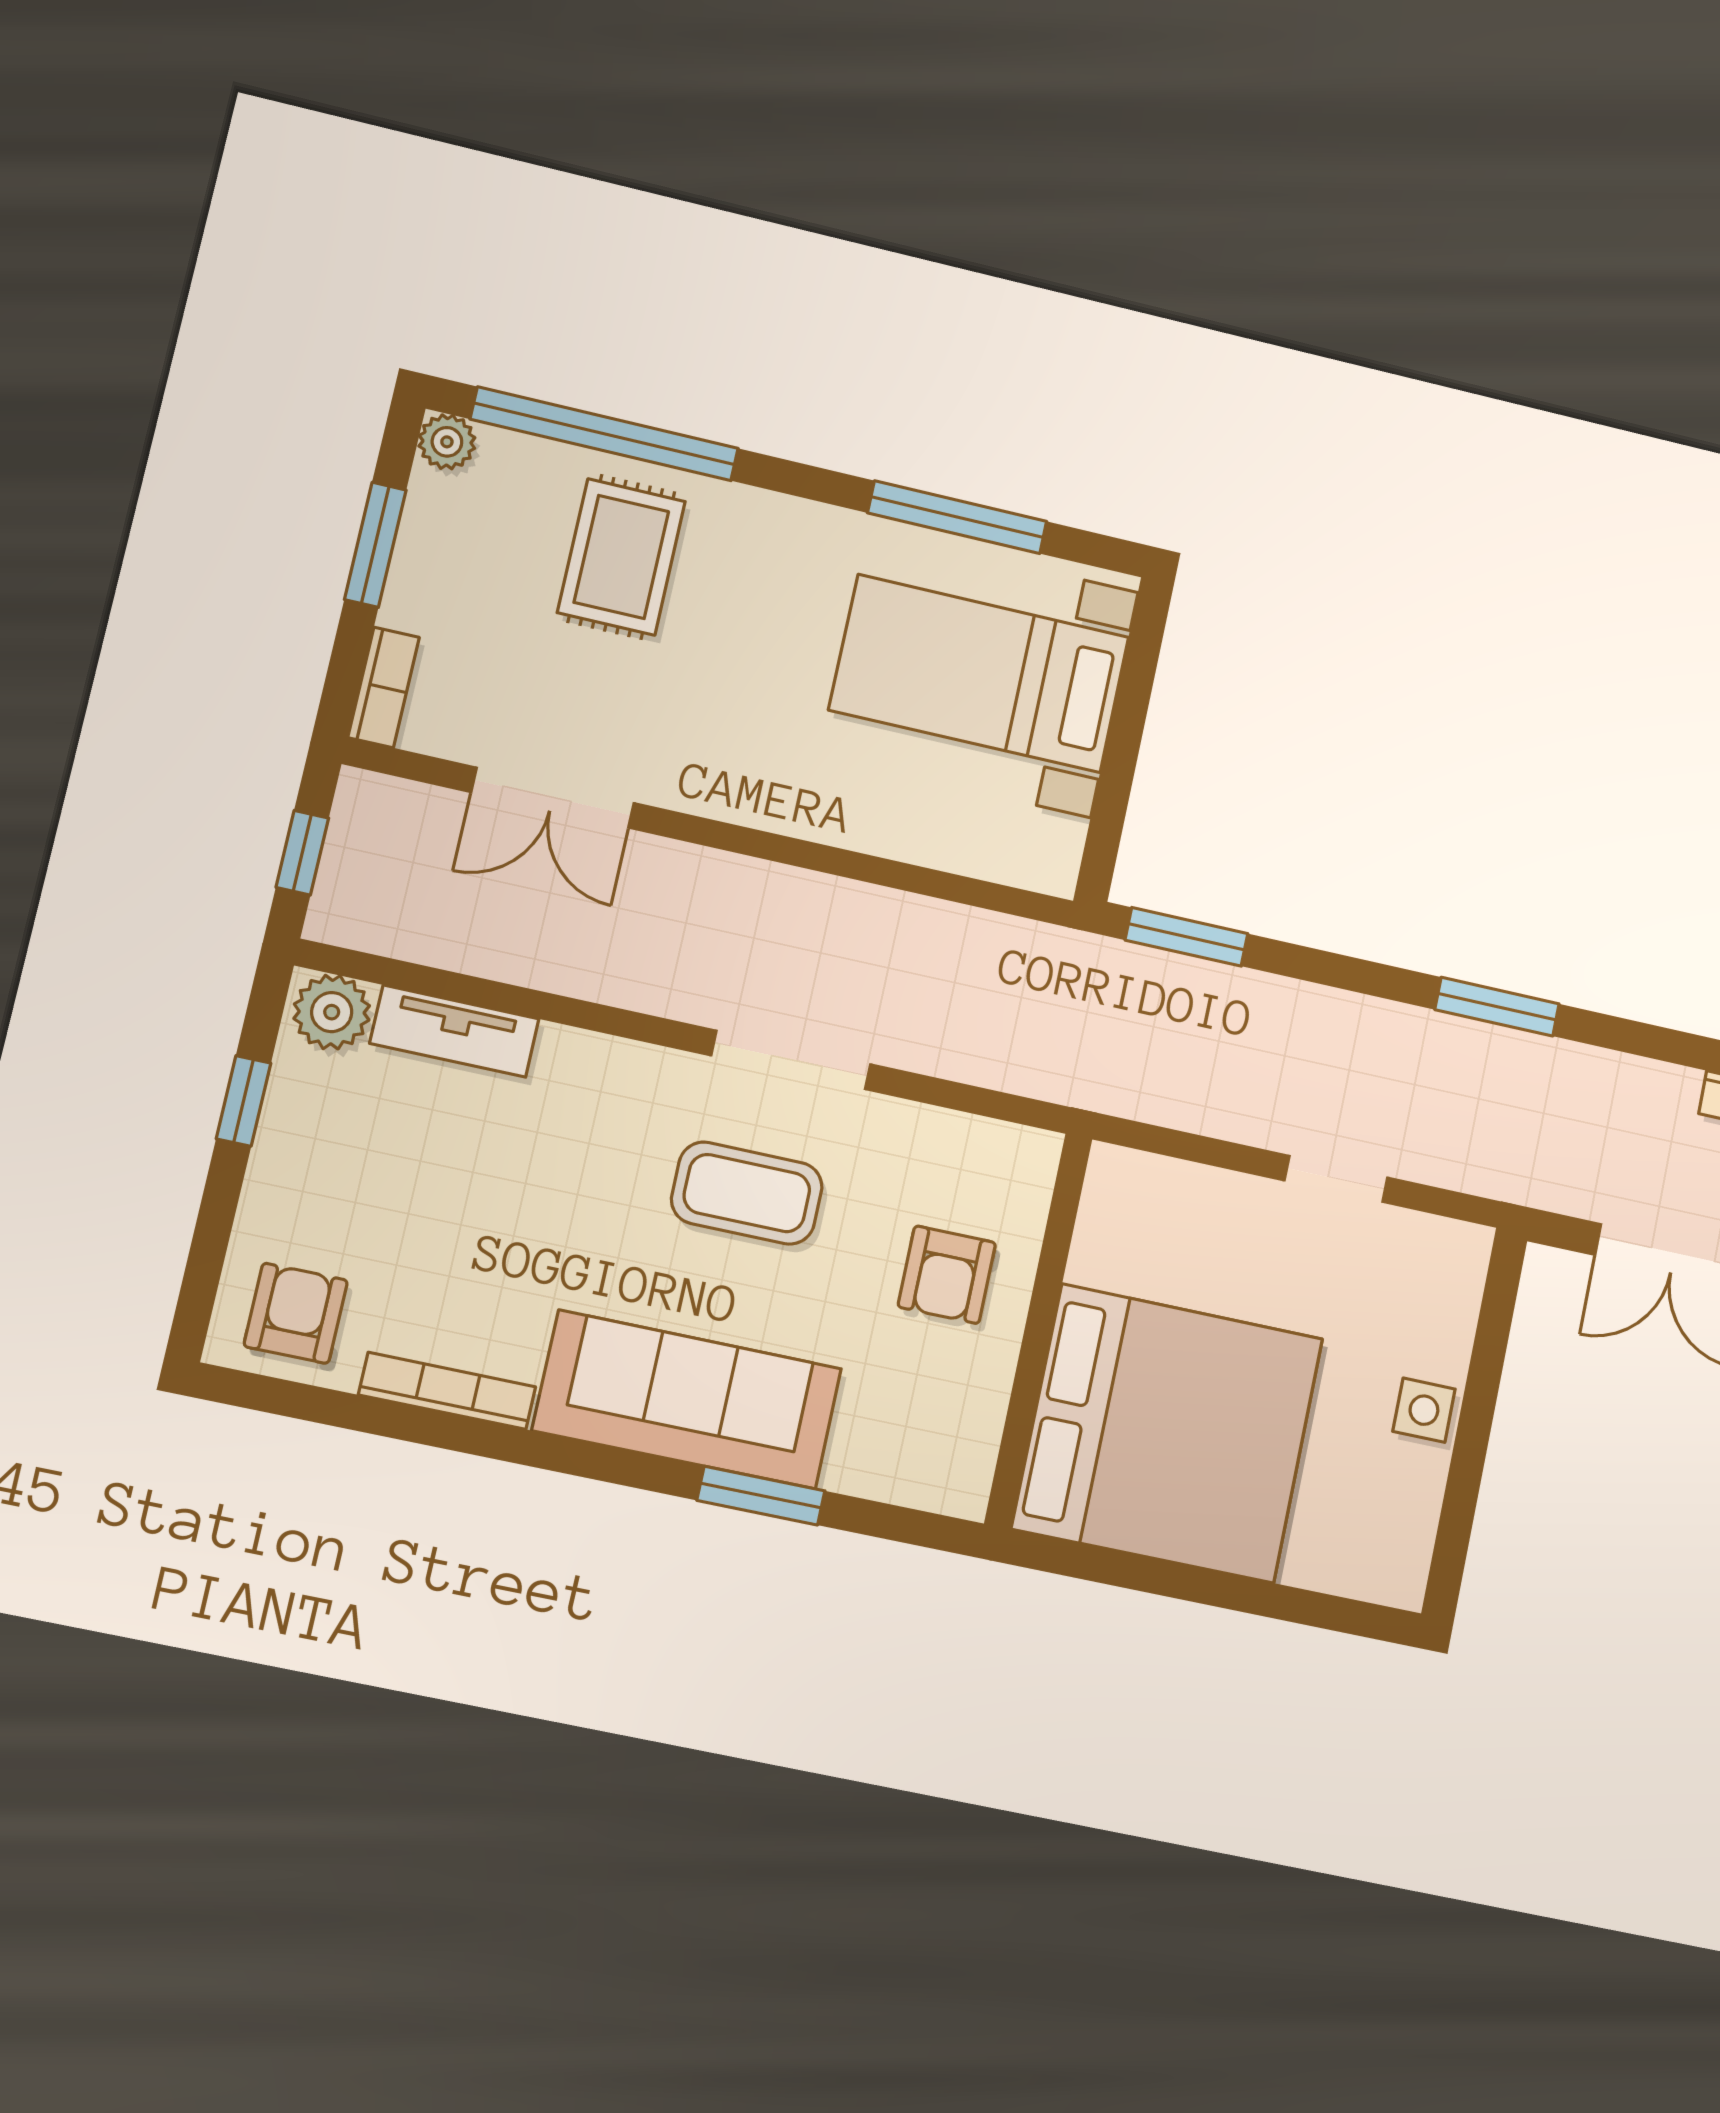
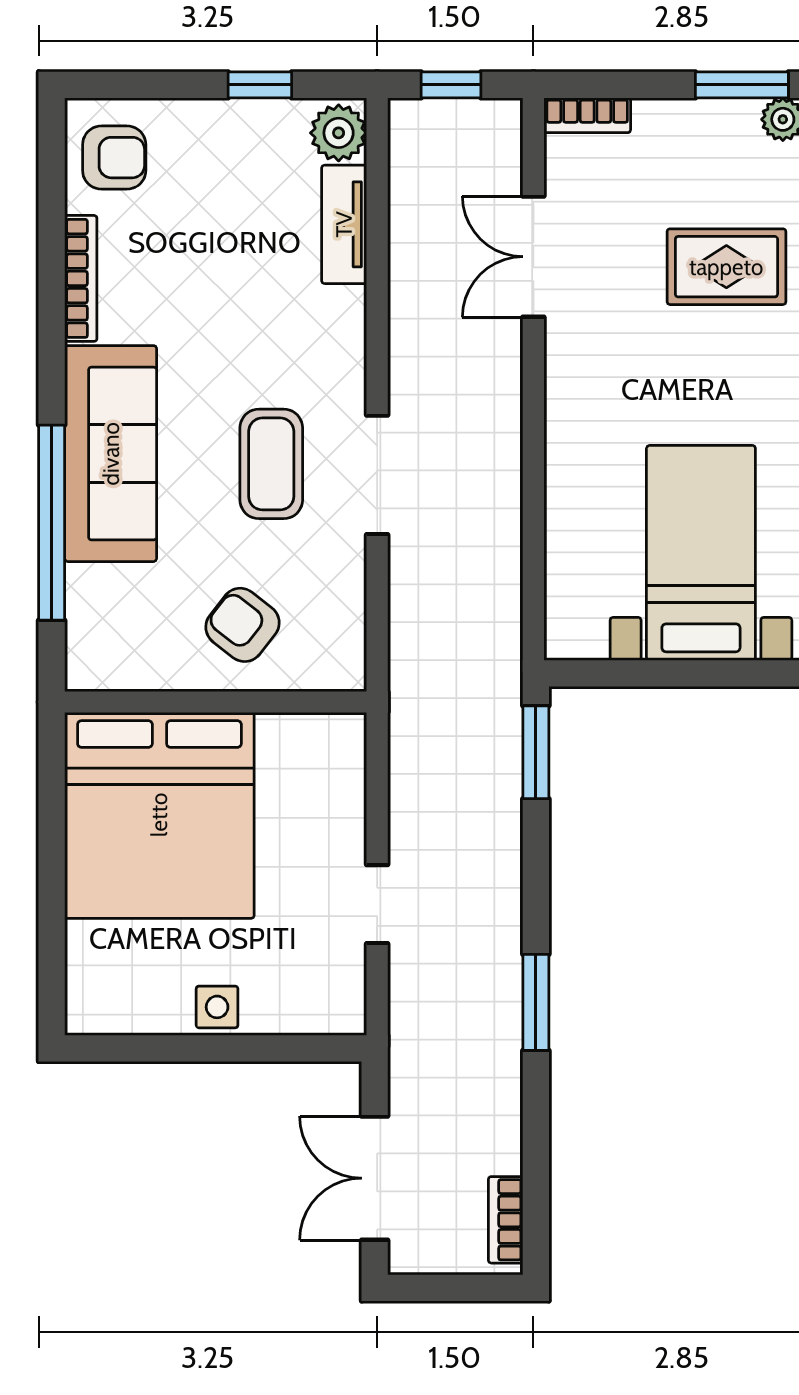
window: (375, 545) -> (742, 85), moved
armchair: (947, 1275) -> (242, 625), turned 38
window: (761, 1496) -> (52, 523), width x2.11

